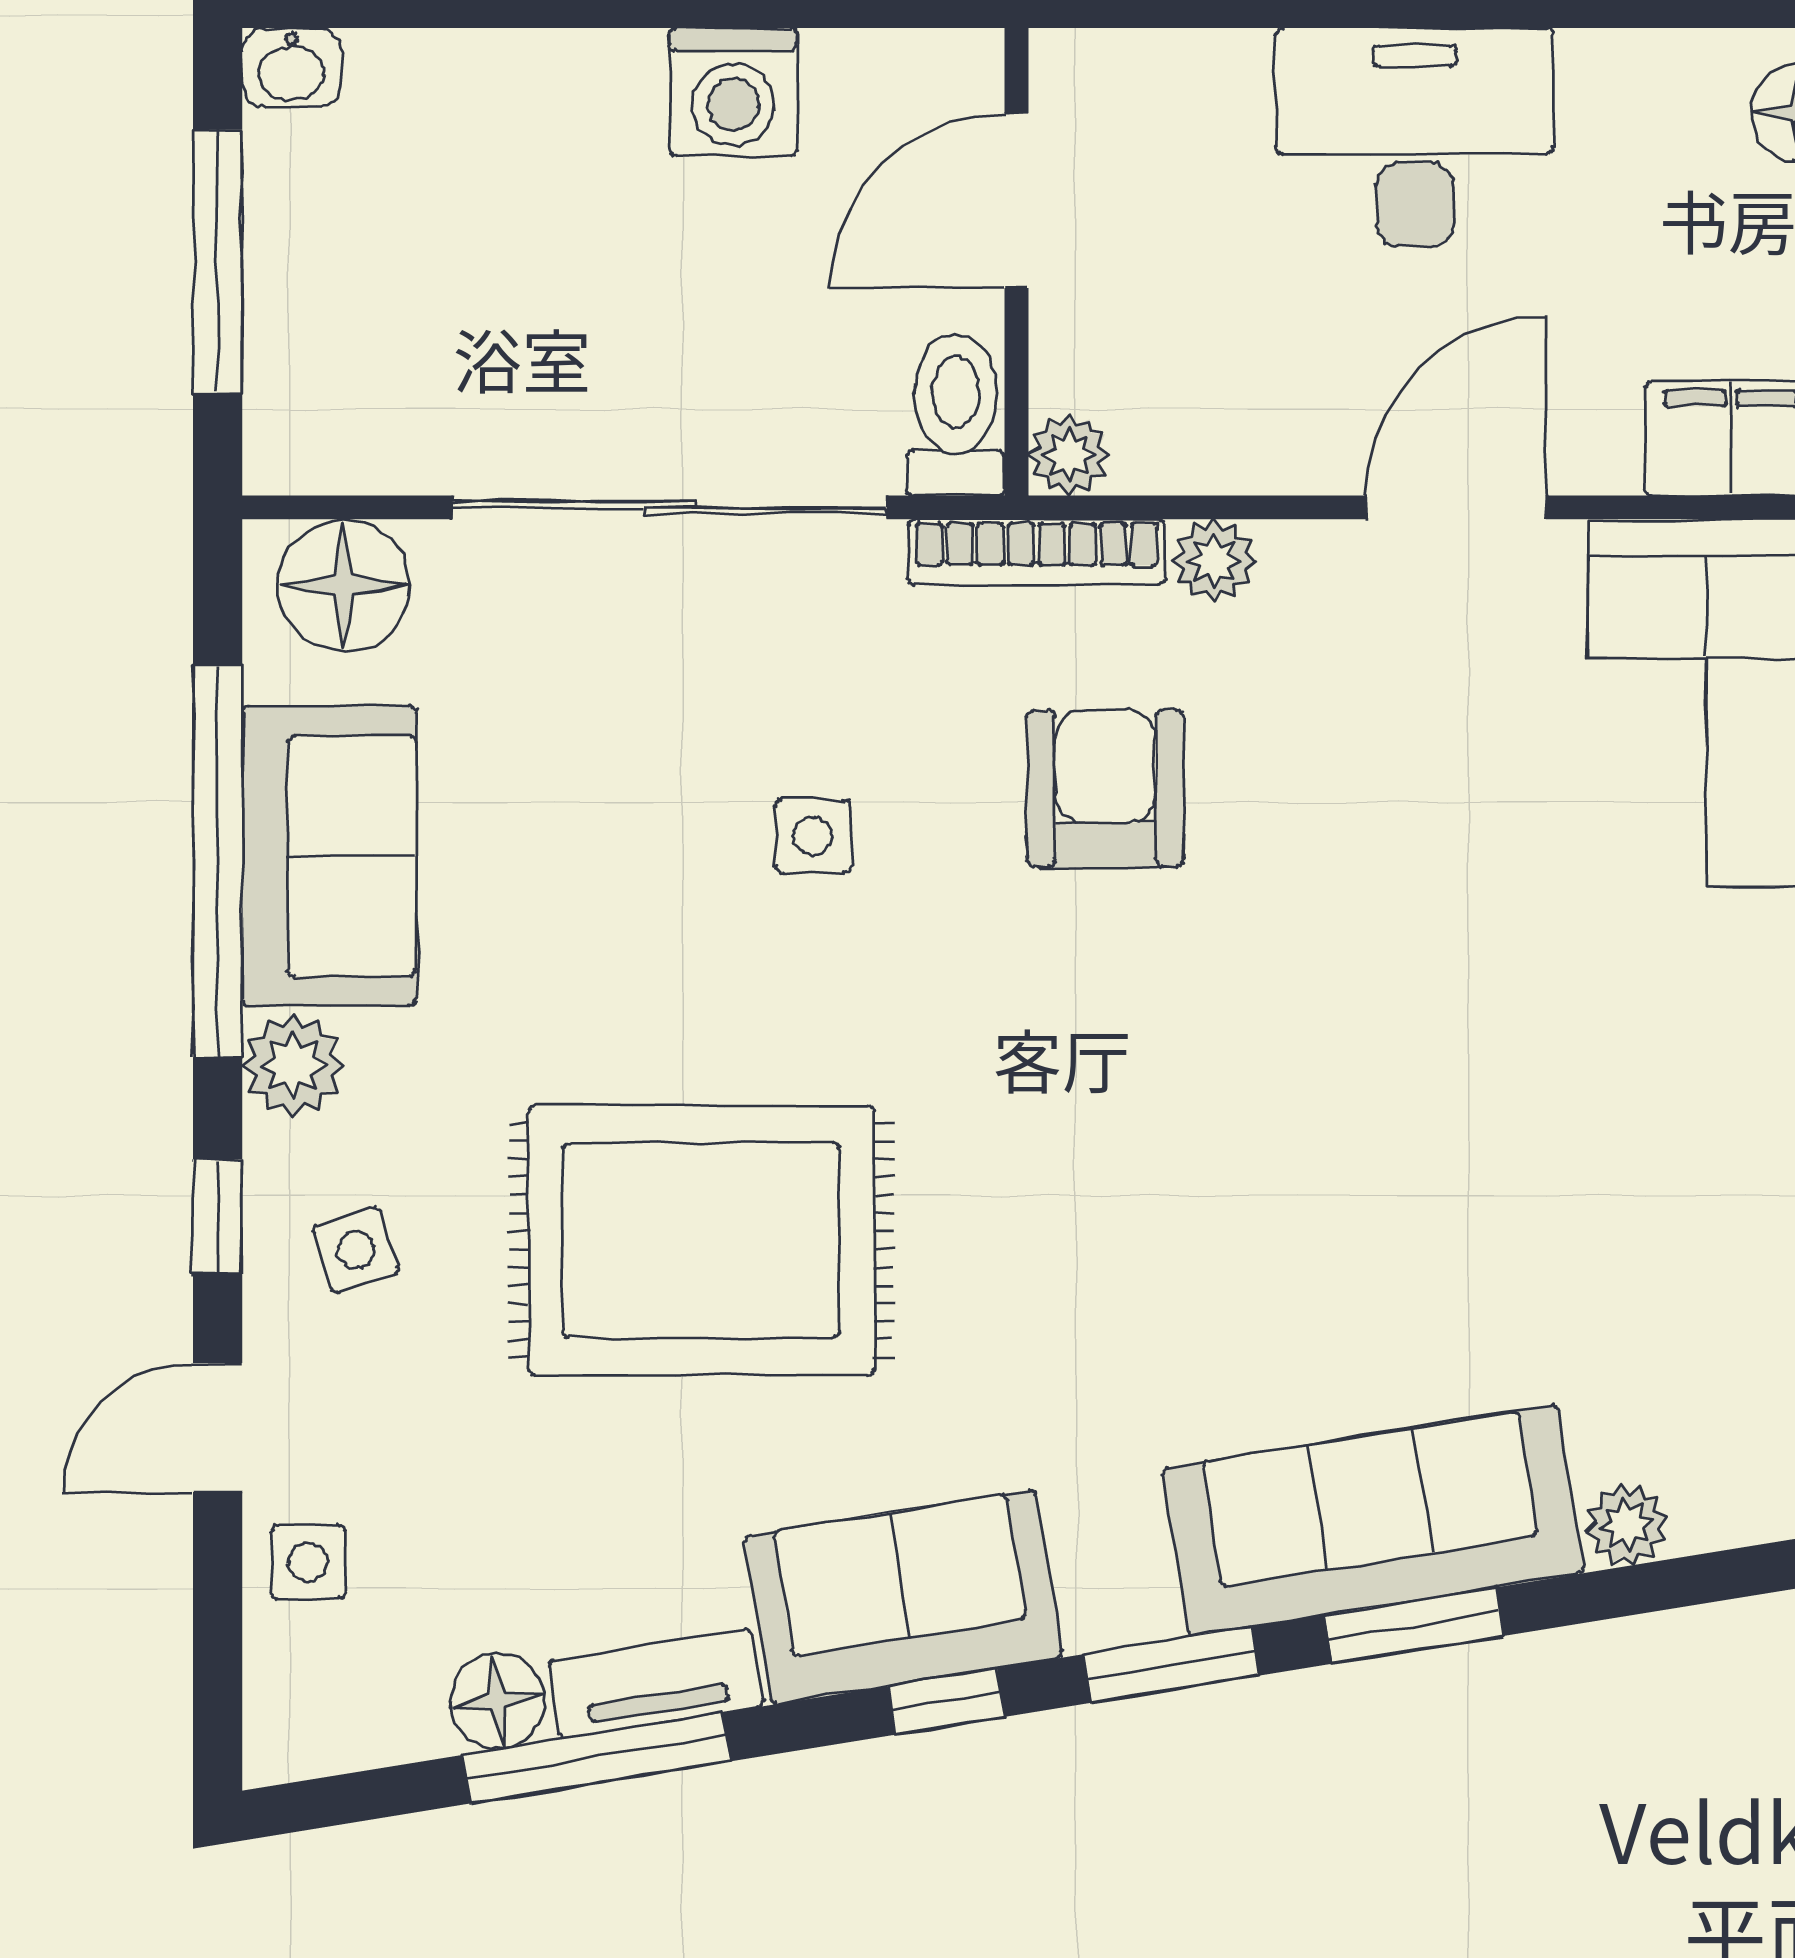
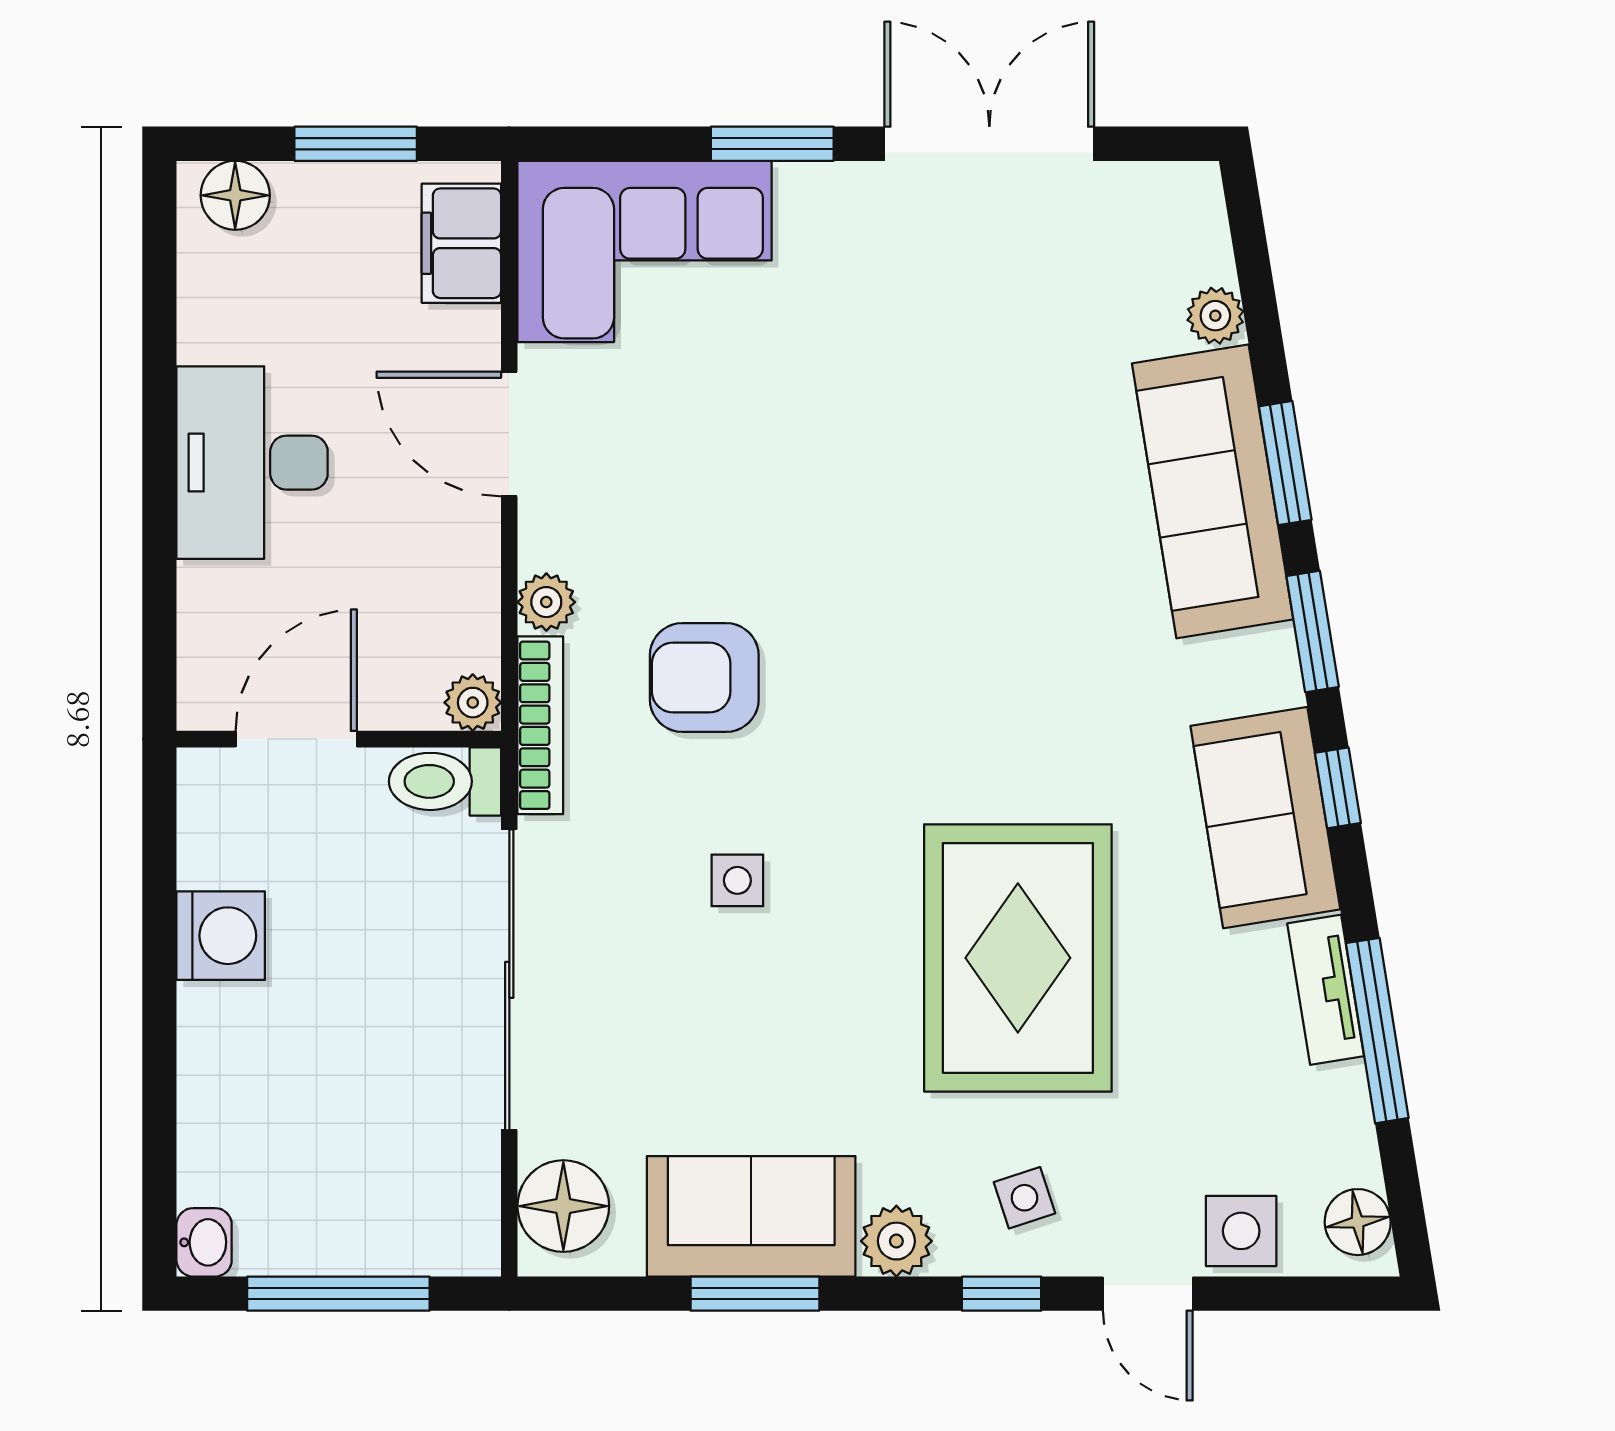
door: (1017, 201) -> (296, 739), swing flipped
window: (218, 861) -> (755, 1294), width x0.47
side table: (308, 1562) -> (1241, 1231), width x1.37, depth x1.37
floor lamp: (497, 1701) -> (1358, 1222), moved

